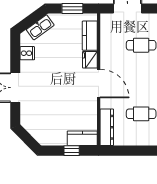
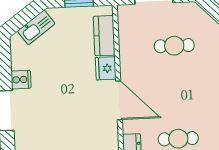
cooker: (27, 53) -> (21, 80), moved

